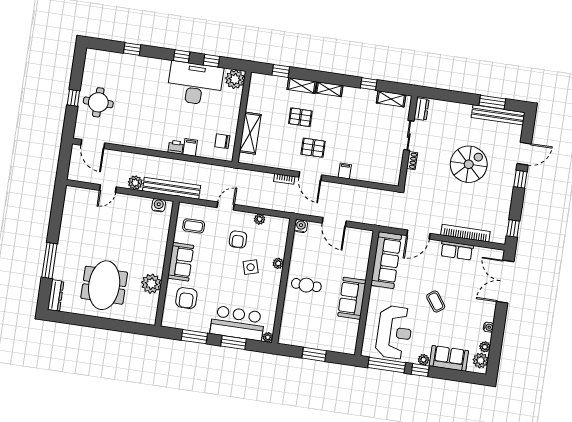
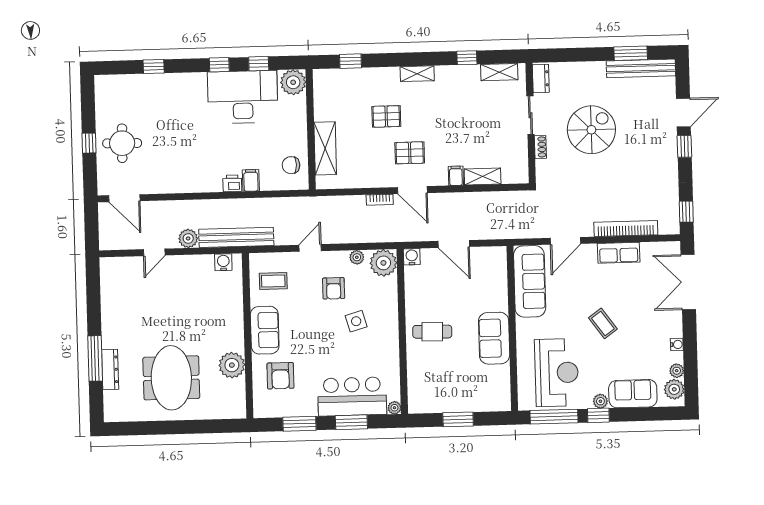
shelving: (302, 86) -> (483, 177), moved
spiral stairs: (469, 164) -> (591, 130), moved
plant: (278, 263) -> (383, 263), moved, width x1.88, depth x1.88
dresser: (56, 295) -> (110, 369), moved

